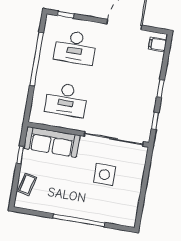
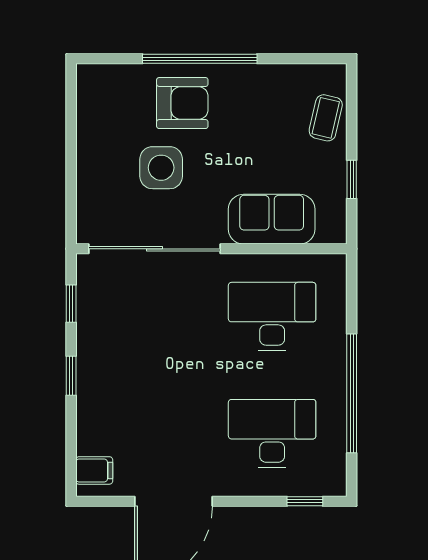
sofa: (52, 142) -> (272, 219), width x0.73
armchair: (90, 202) -> (182, 103), added

